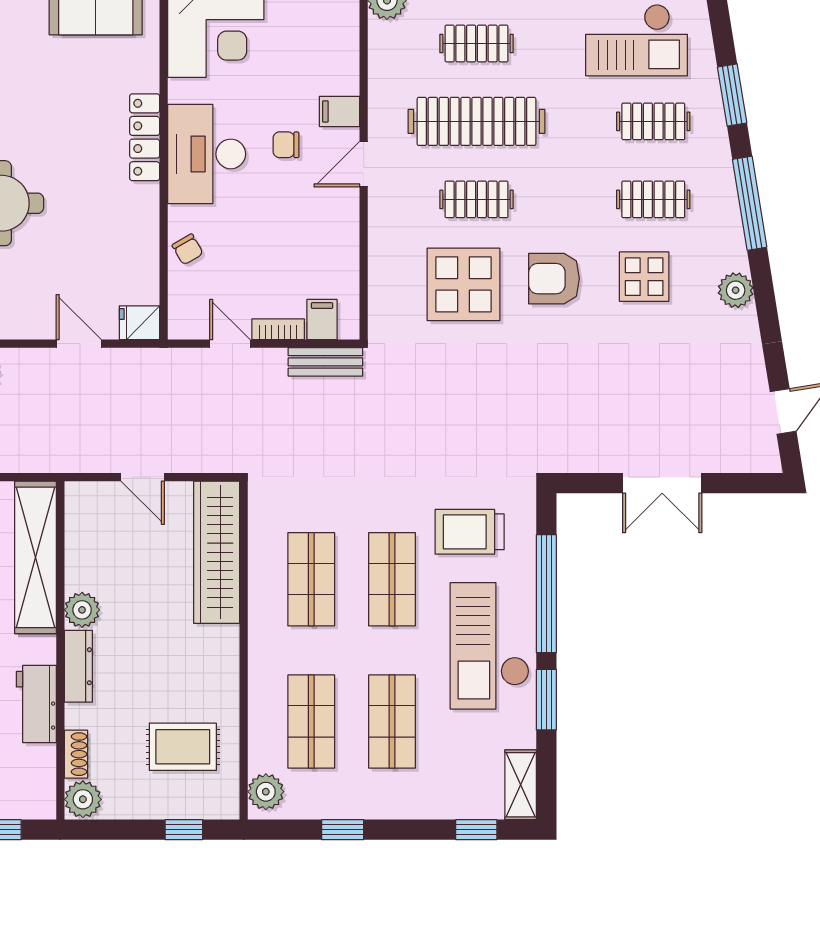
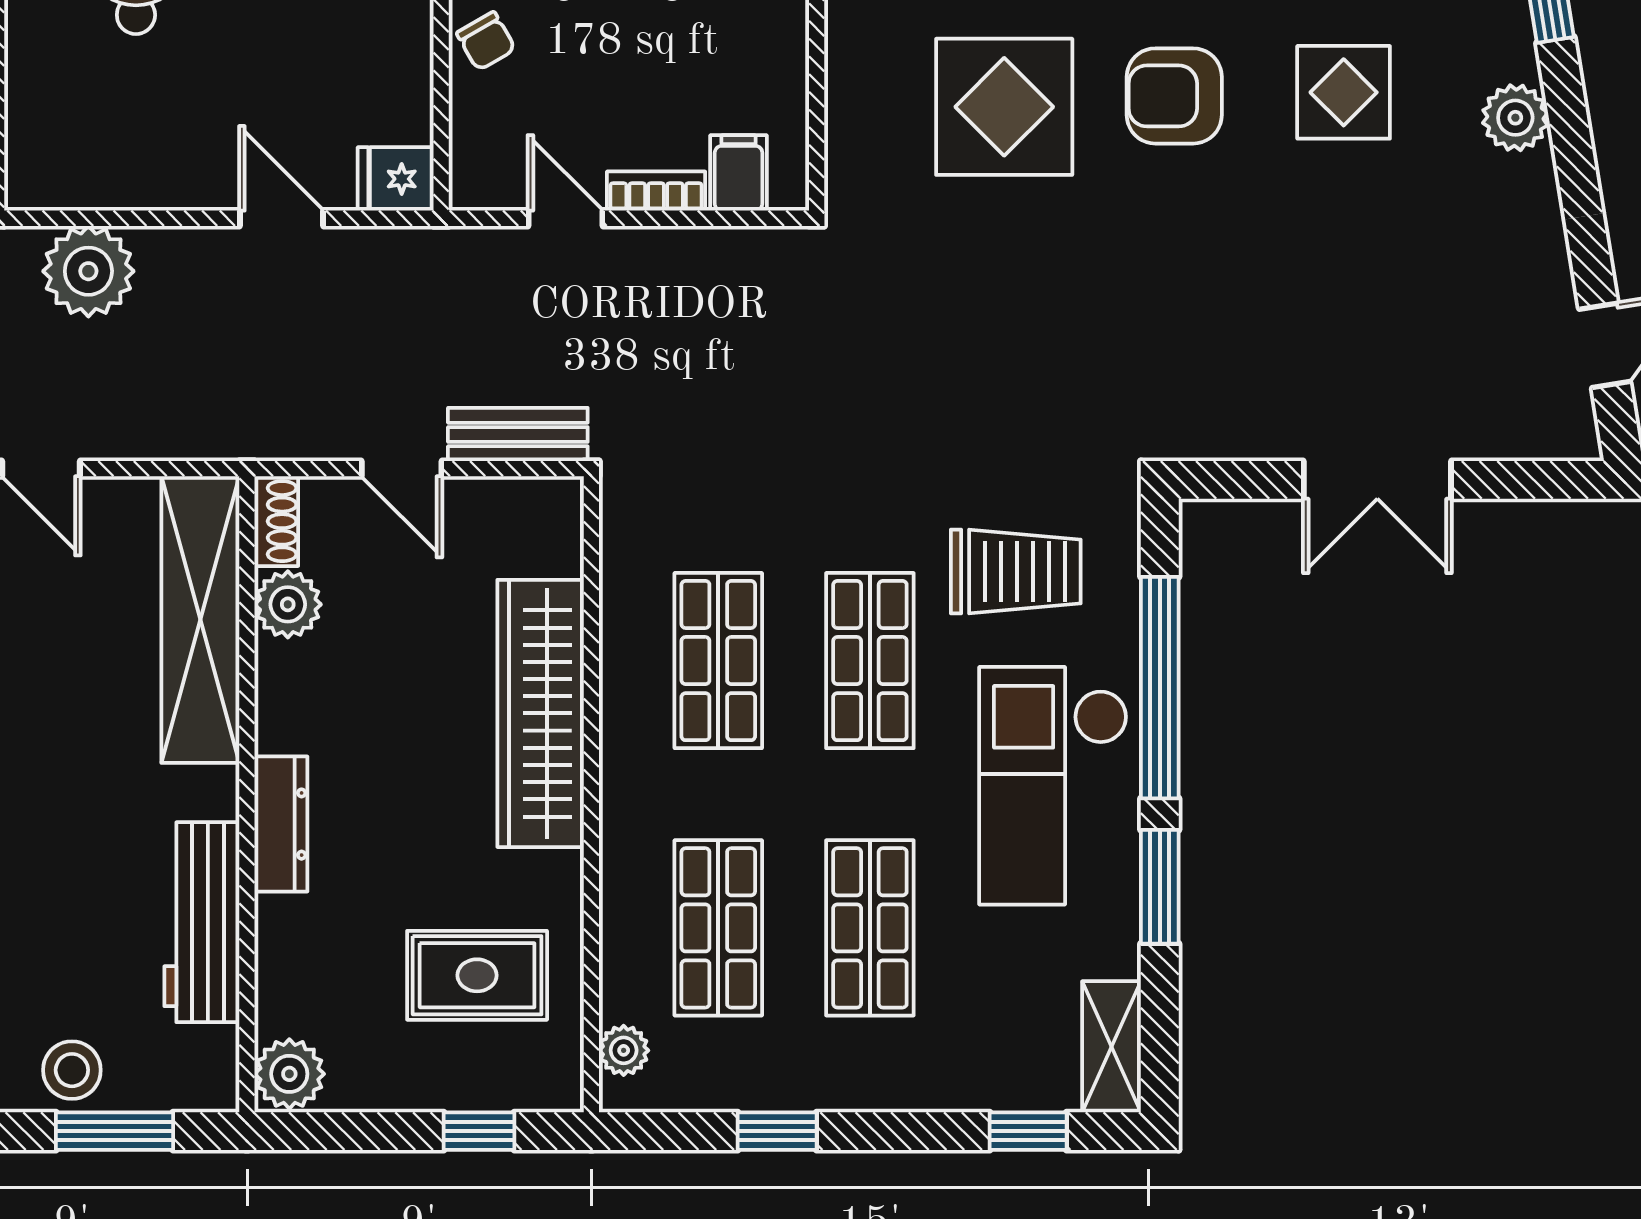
bench: (325, 362) -> (518, 434), moved
trolley: (470, 532) -> (1016, 572), turned 180
wardrobe: (217, 552) -> (541, 713), moved
plant: (82, 610) -> (288, 604), moved
workbench: (36, 704) -> (202, 922), width x1.38
shoe rack: (76, 754) -> (276, 521), moved
plant: (266, 792) -> (624, 1050), width x0.73, depth x0.73

